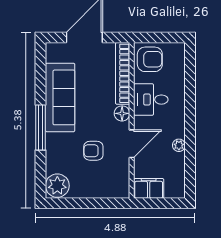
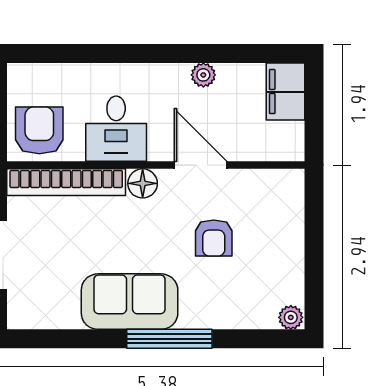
sofa: (60, 97) -> (130, 302), width x0.73
plant: (57, 186) -> (291, 317), width x0.53, depth x0.53
filing cabinet: (149, 188) -> (286, 92), moved

